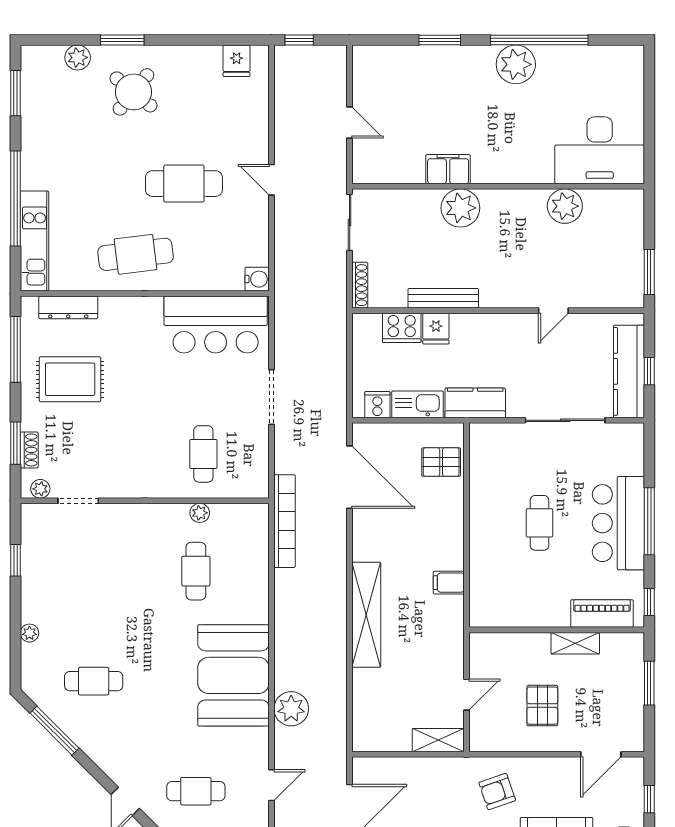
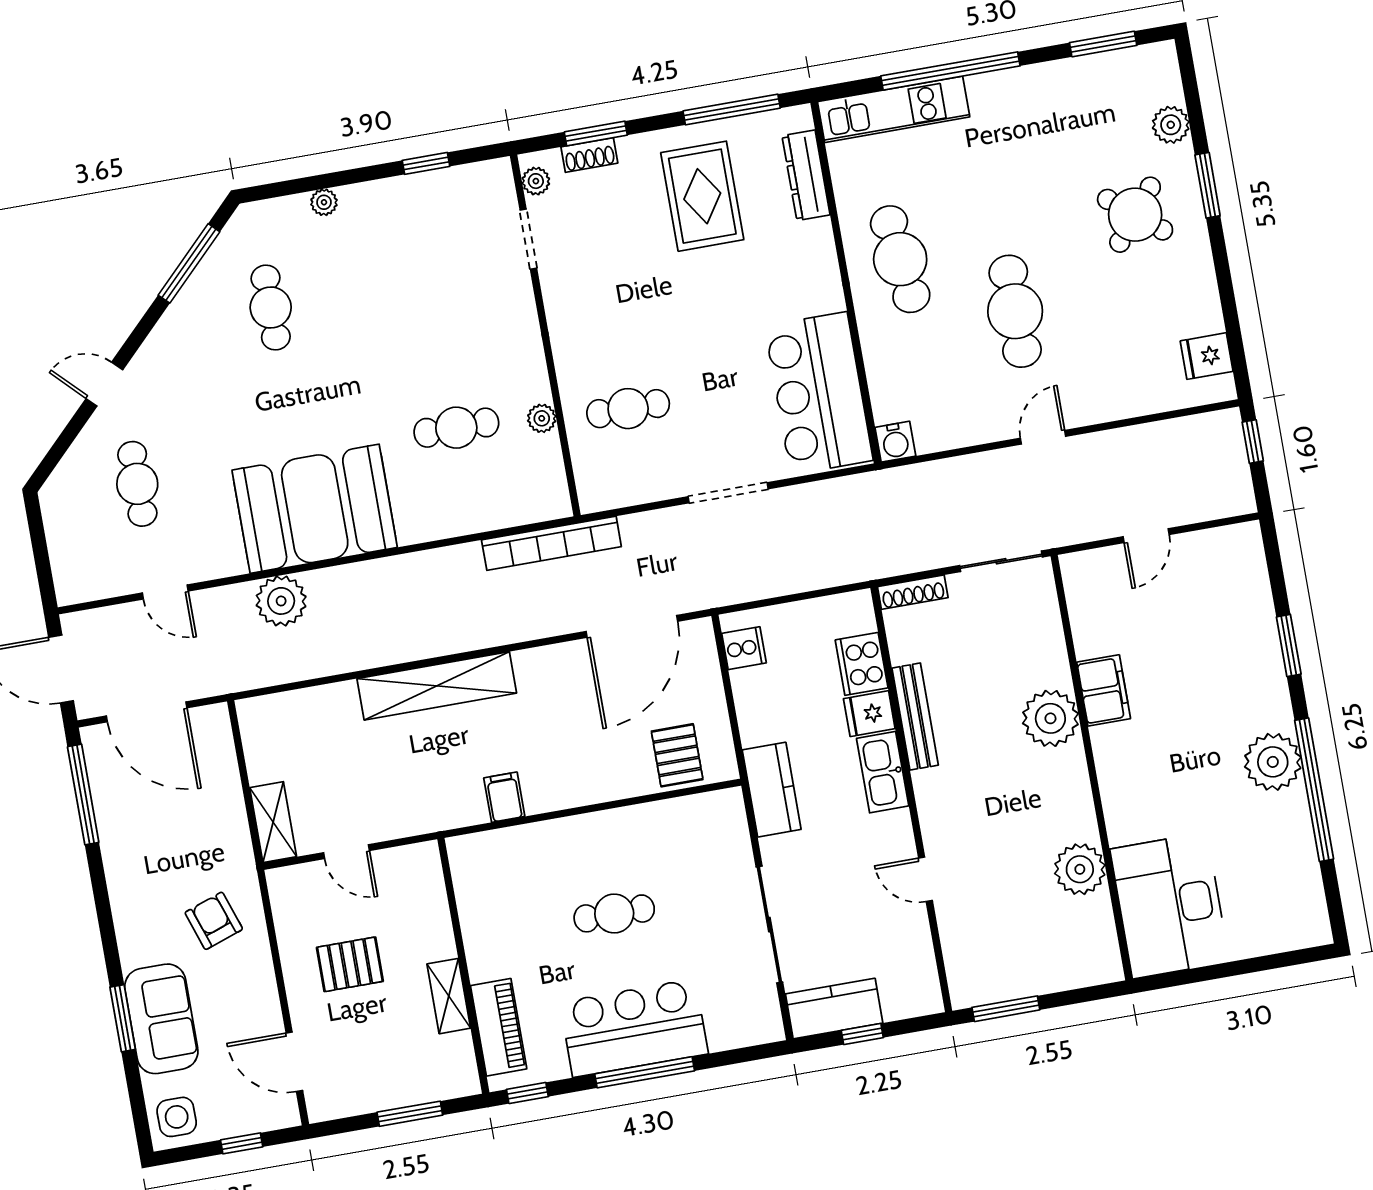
kitchen counter: (629, 371) -> (834, 1009), width x0.67
kitchen sink: (417, 404) -> (883, 772), moved, turned 180

